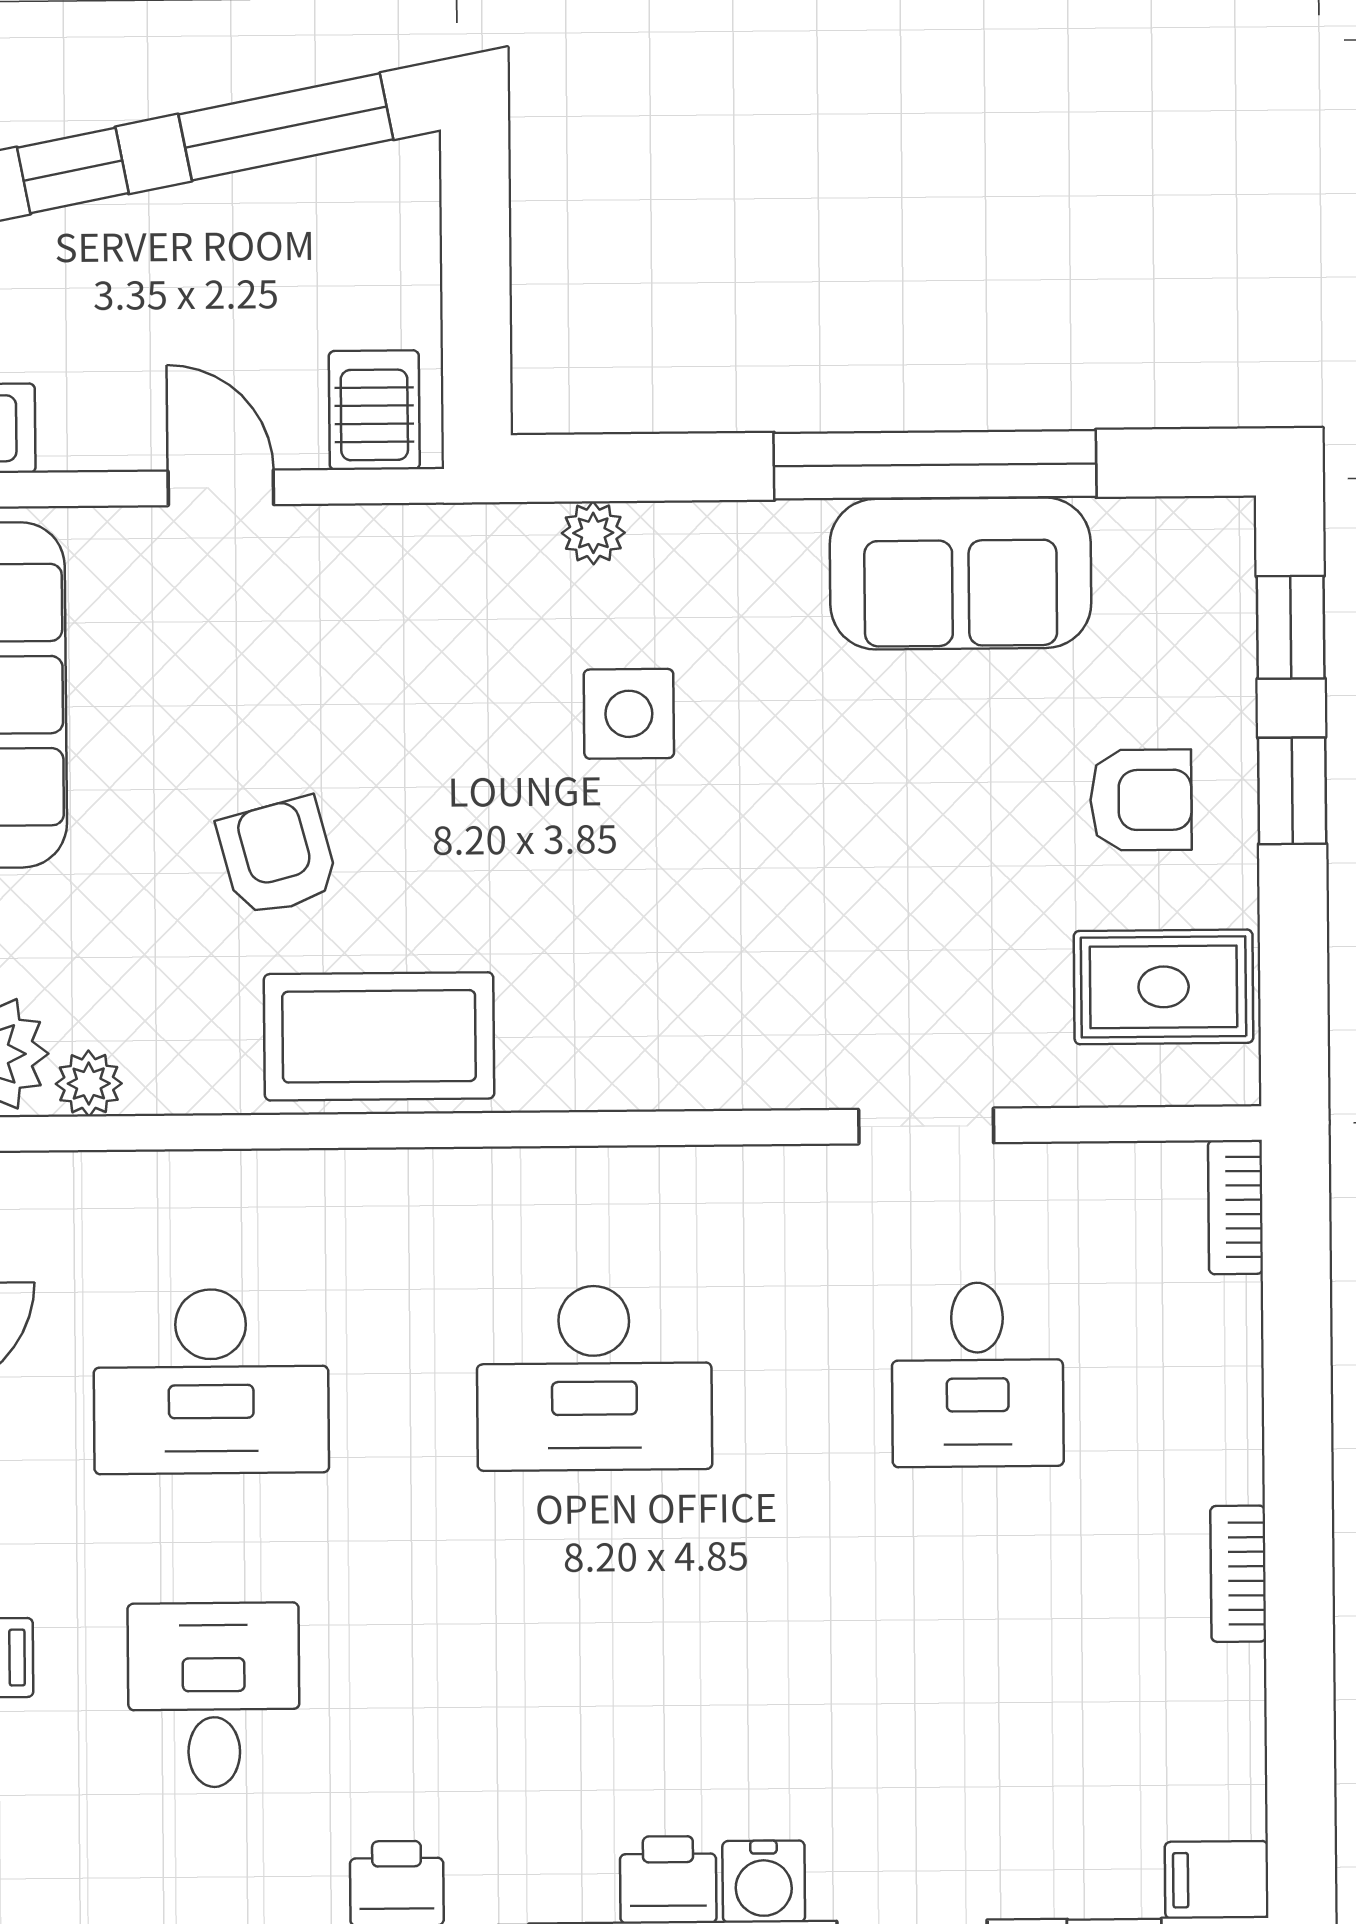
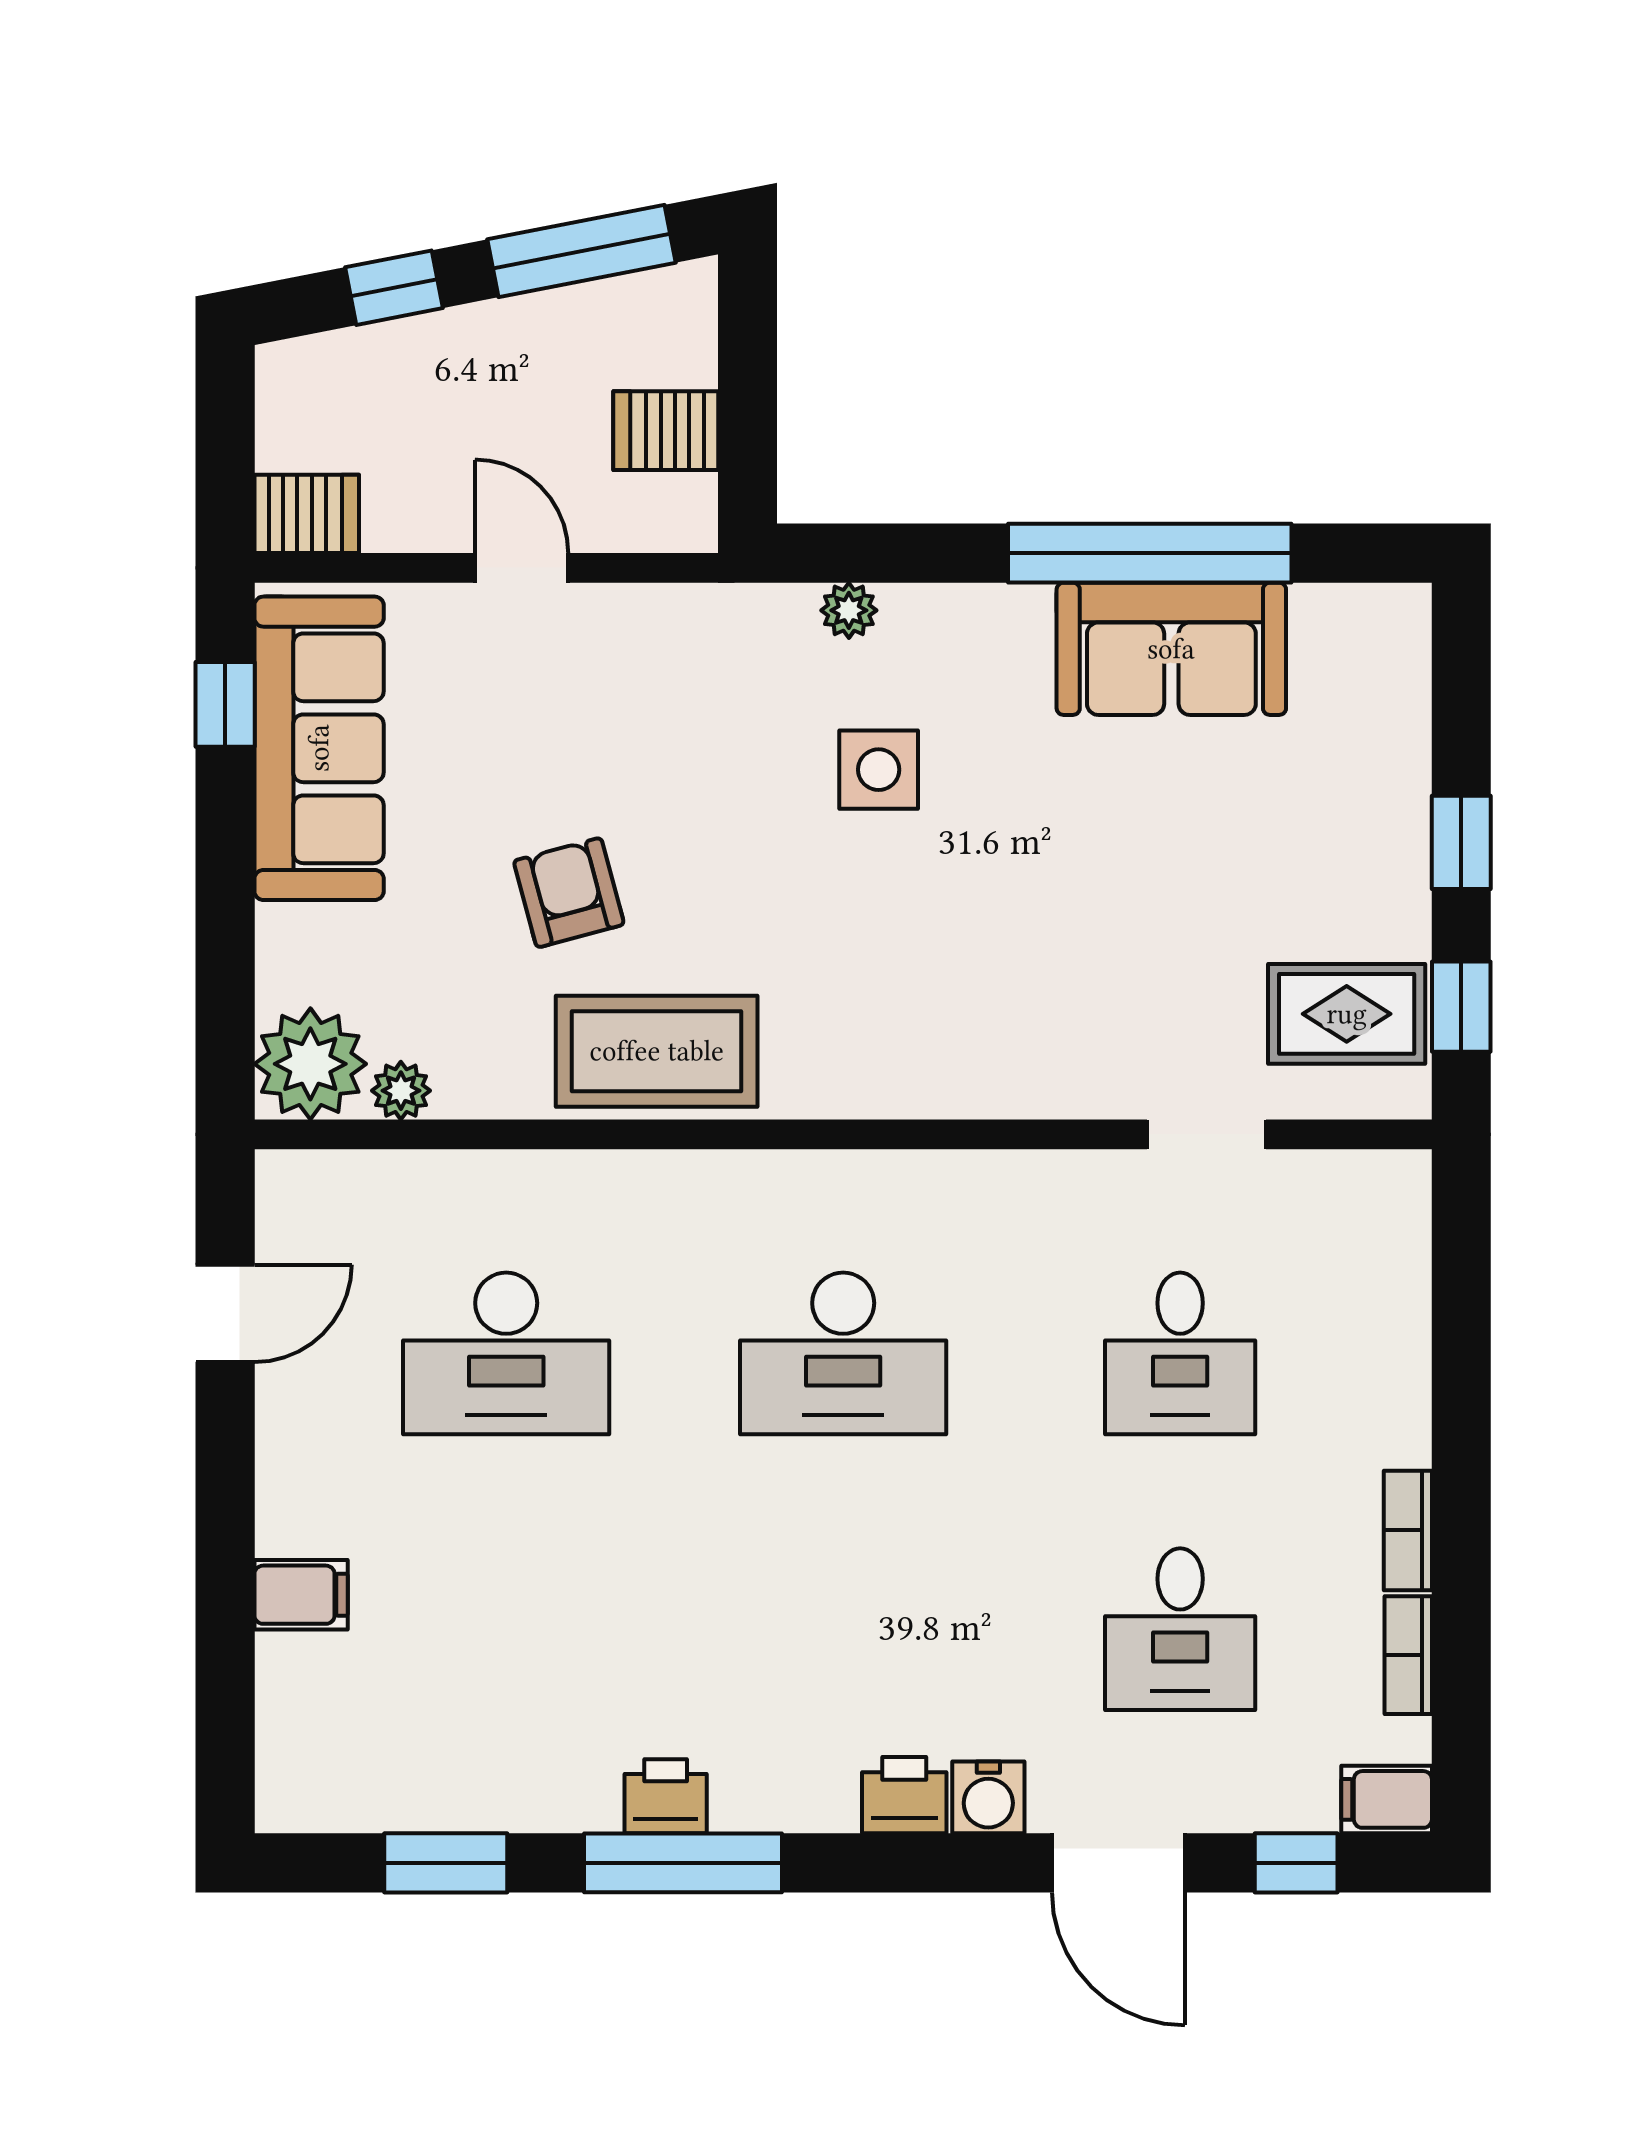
server rack: (374, 410) -> (666, 431), moved, turned -90
window: (1291, 627) -> (1461, 1007), moved
armchair: (1141, 800) -> (1328, 849), removed
doorway: (926, 1126) -> (1207, 1134), moved
bookcase: (1235, 1207) -> (1408, 1655), moved
desk: (214, 1695) -> (1180, 1629), moved, turned 180

